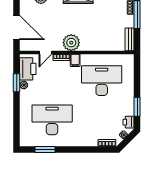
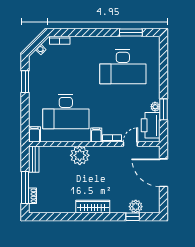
plant: (71, 43) -> (80, 155), moved
filing cabinet: (129, 61) -> (34, 134), added
printer: (129, 122) -> (35, 64), removed

